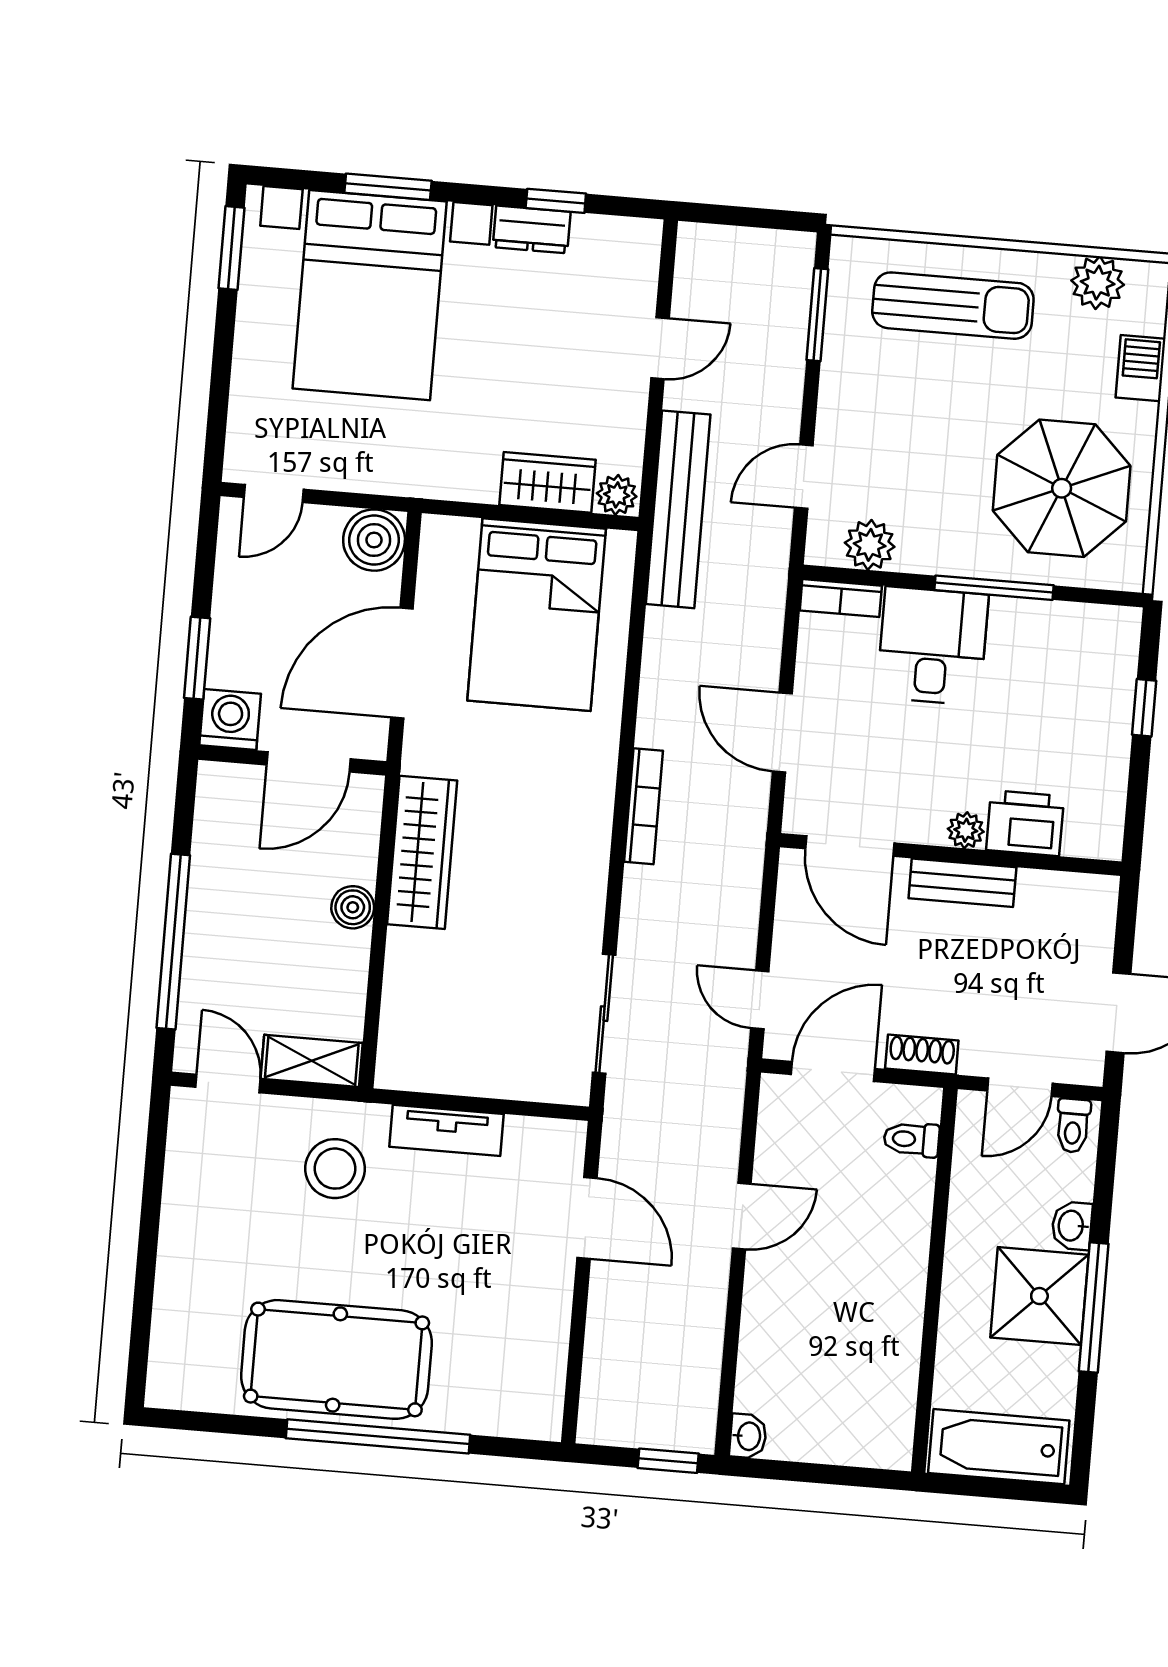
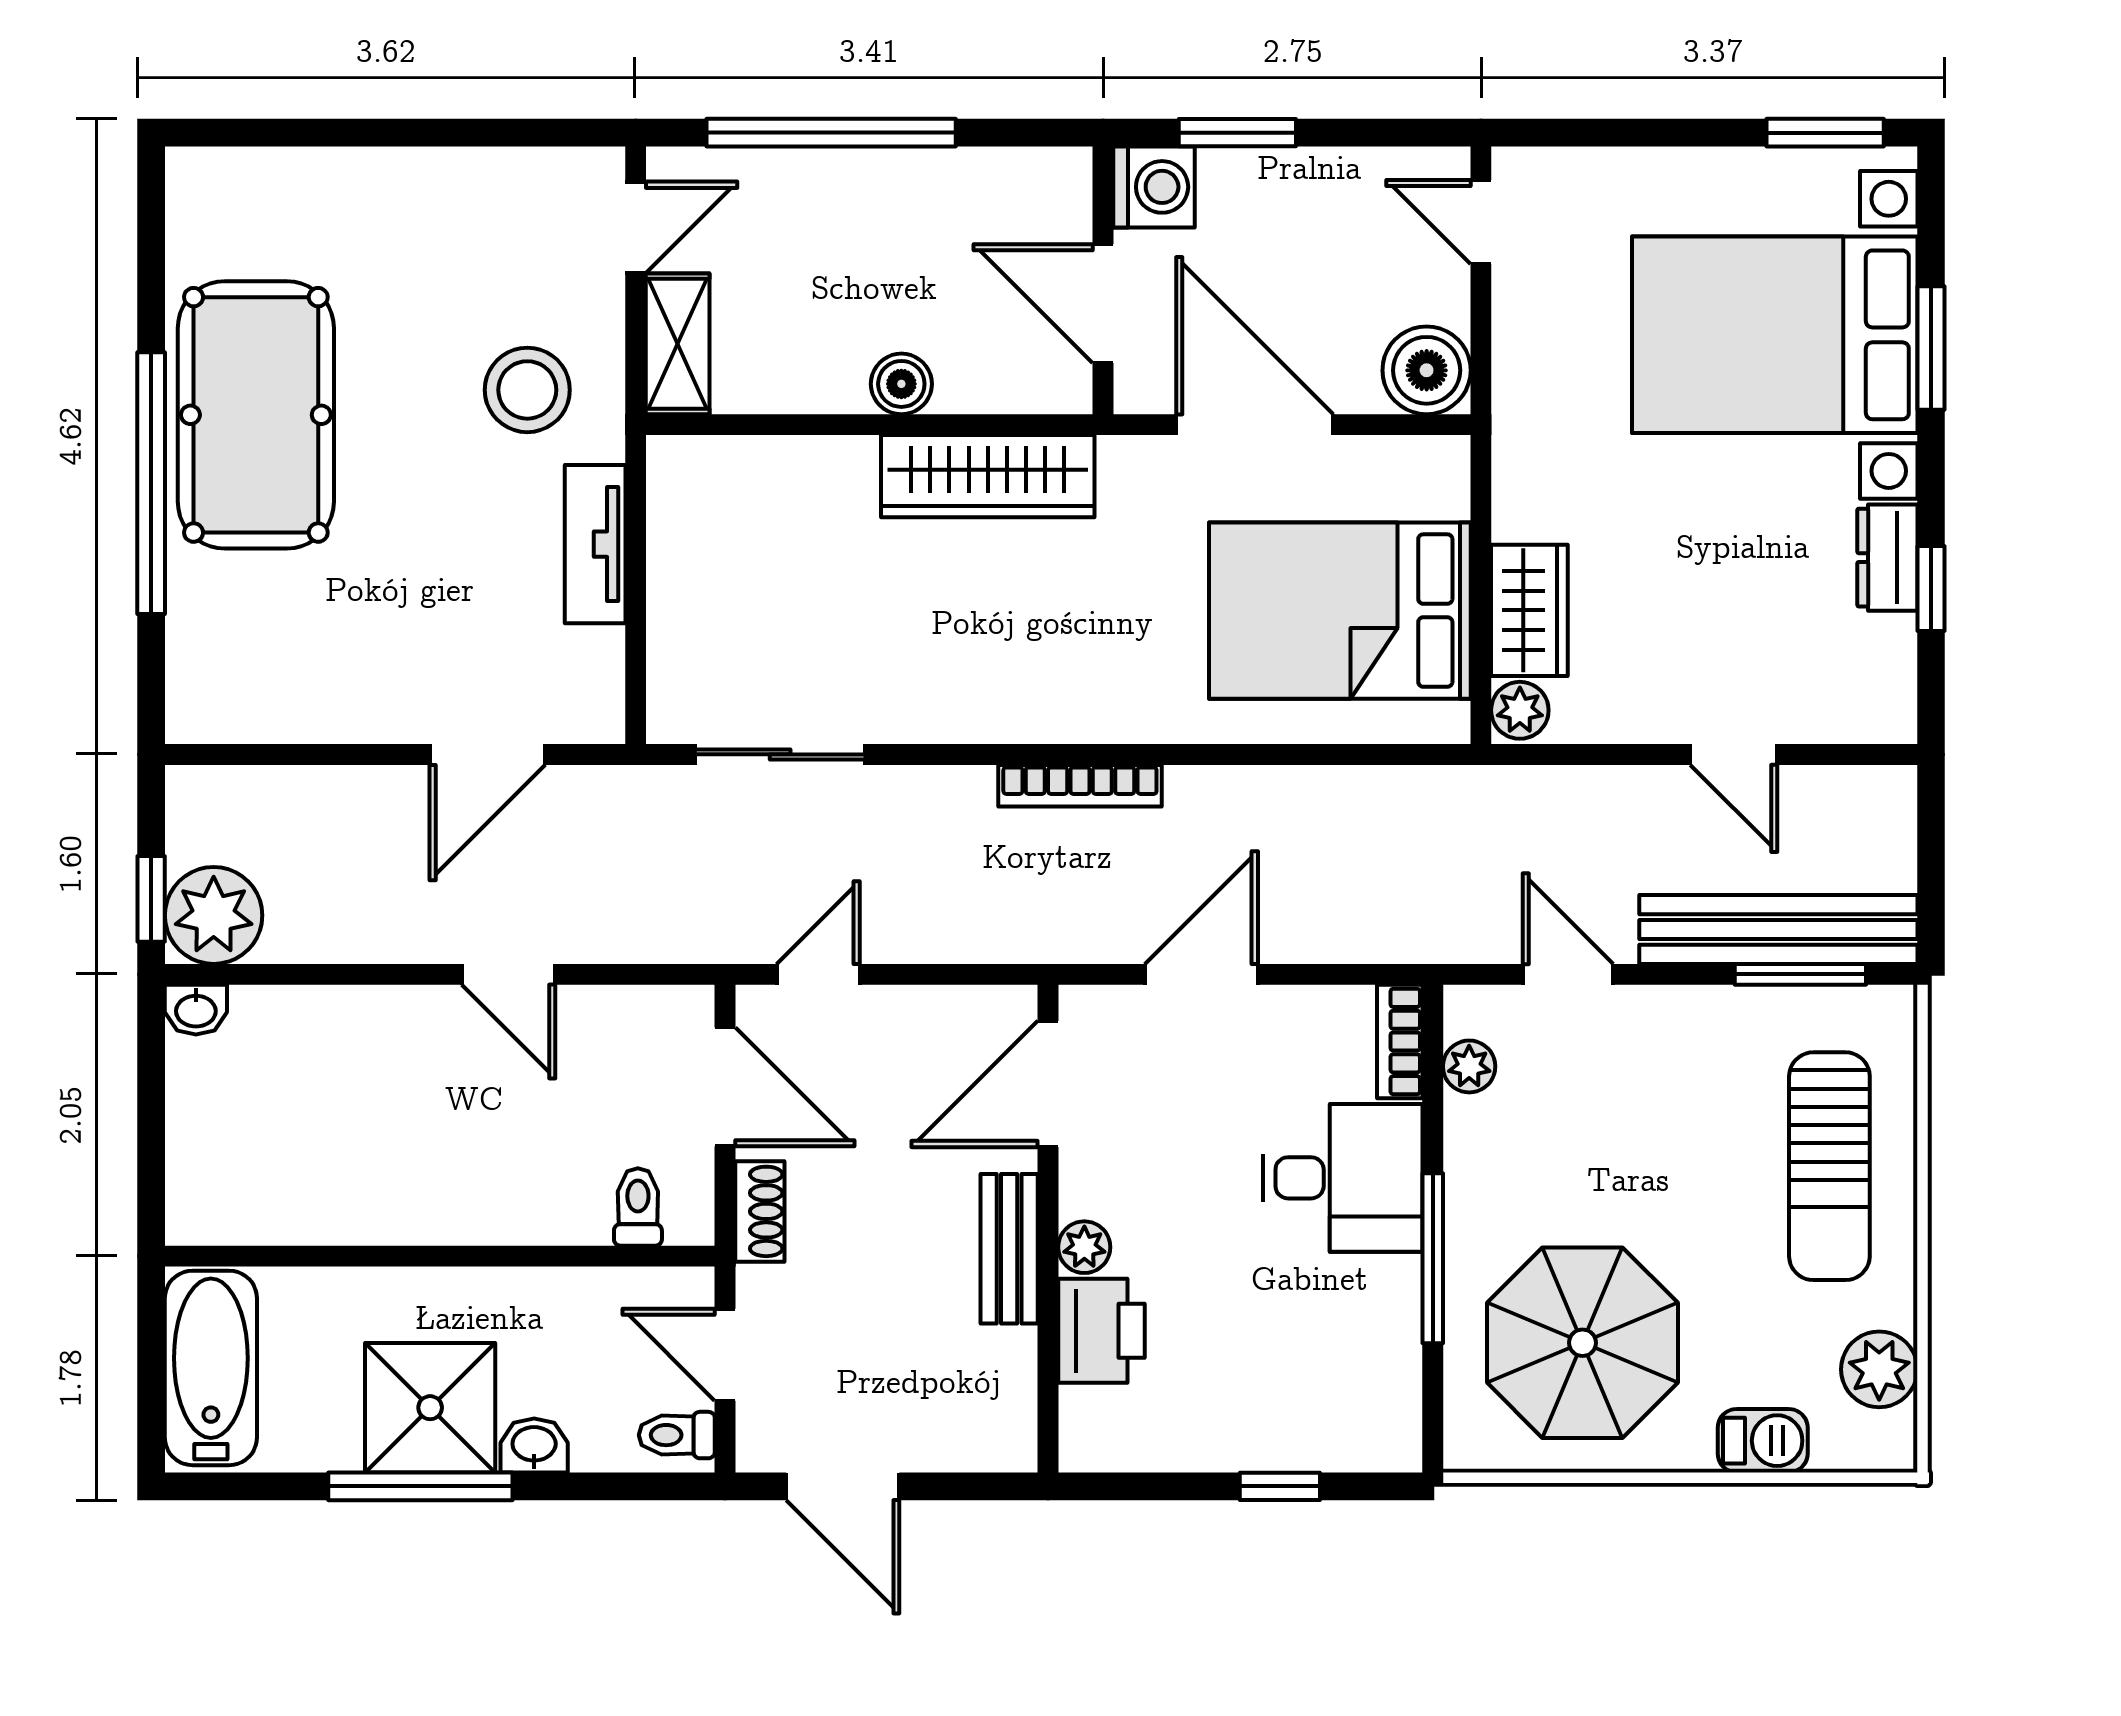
bench: (678, 509) -> (1778, 929), moved
plant: (870, 545) -> (1469, 1066), width x0.73, depth x0.73
plant: (683, 1418) -> (214, 915), added

